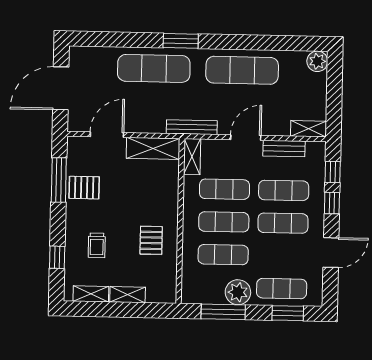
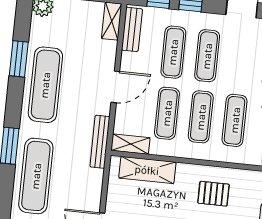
window: (265, 43) -> (19, 59), added
door: (246, 138) -> (115, 87), swing flipped
shelving: (153, 148) -> (147, 170), moved, turned 90
bench: (284, 148) -> (132, 29), moved

